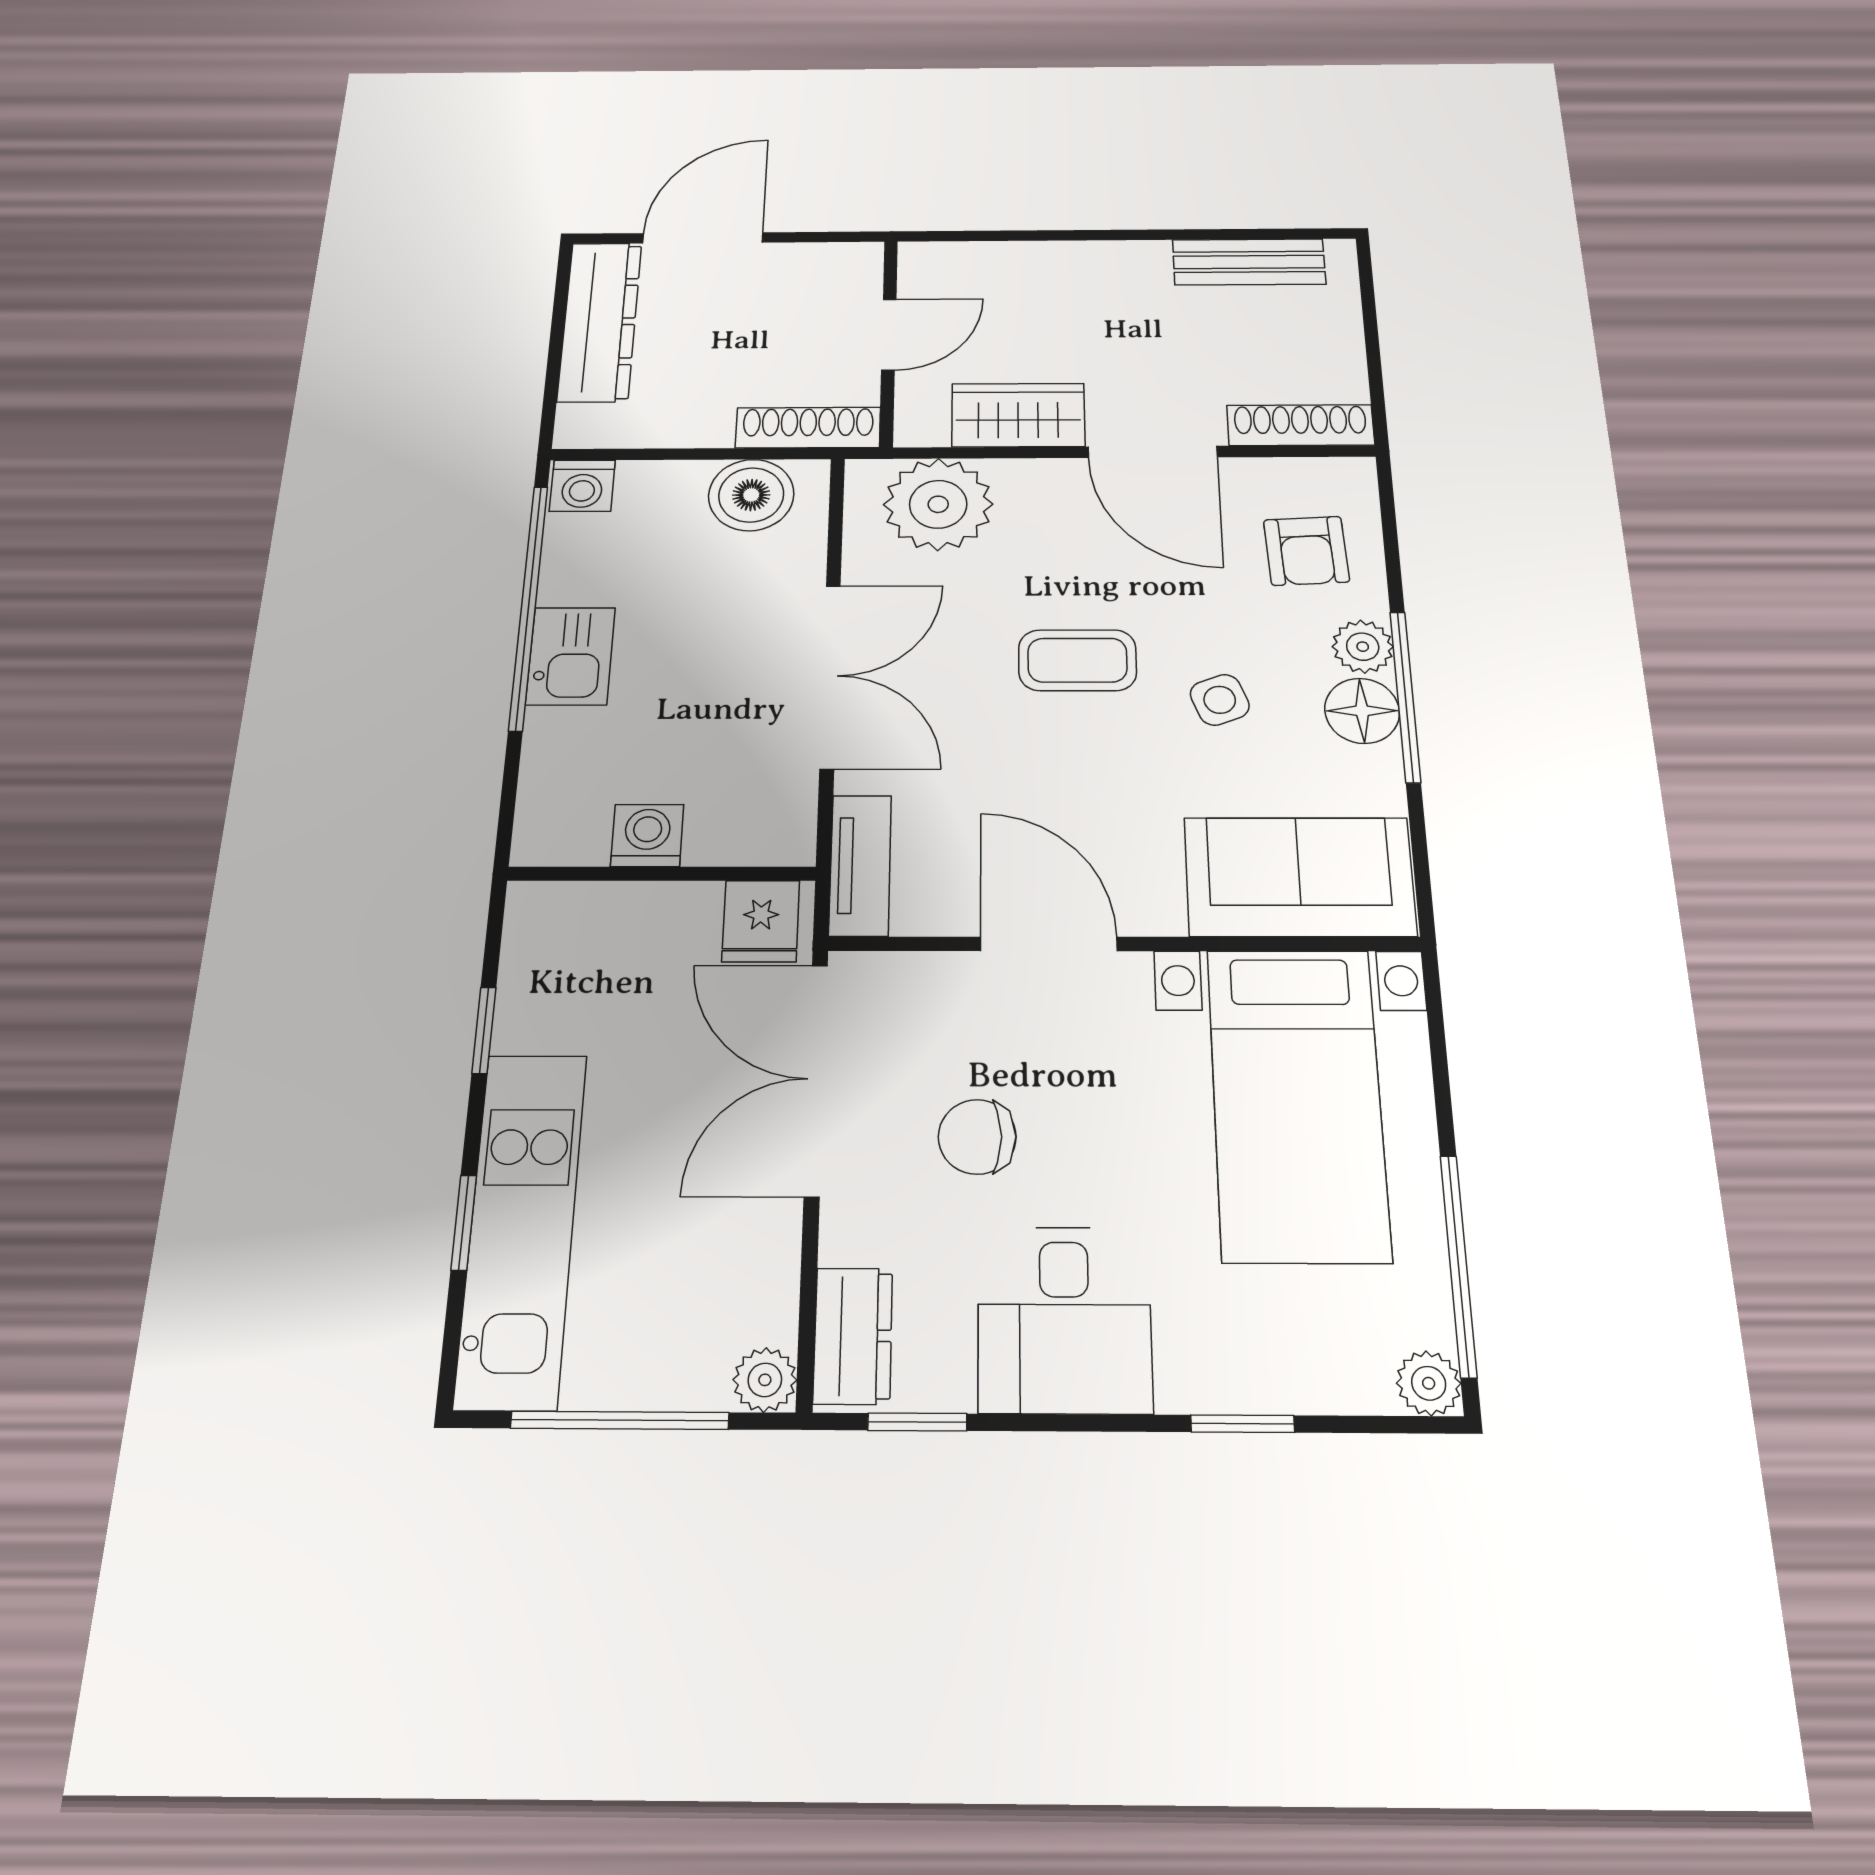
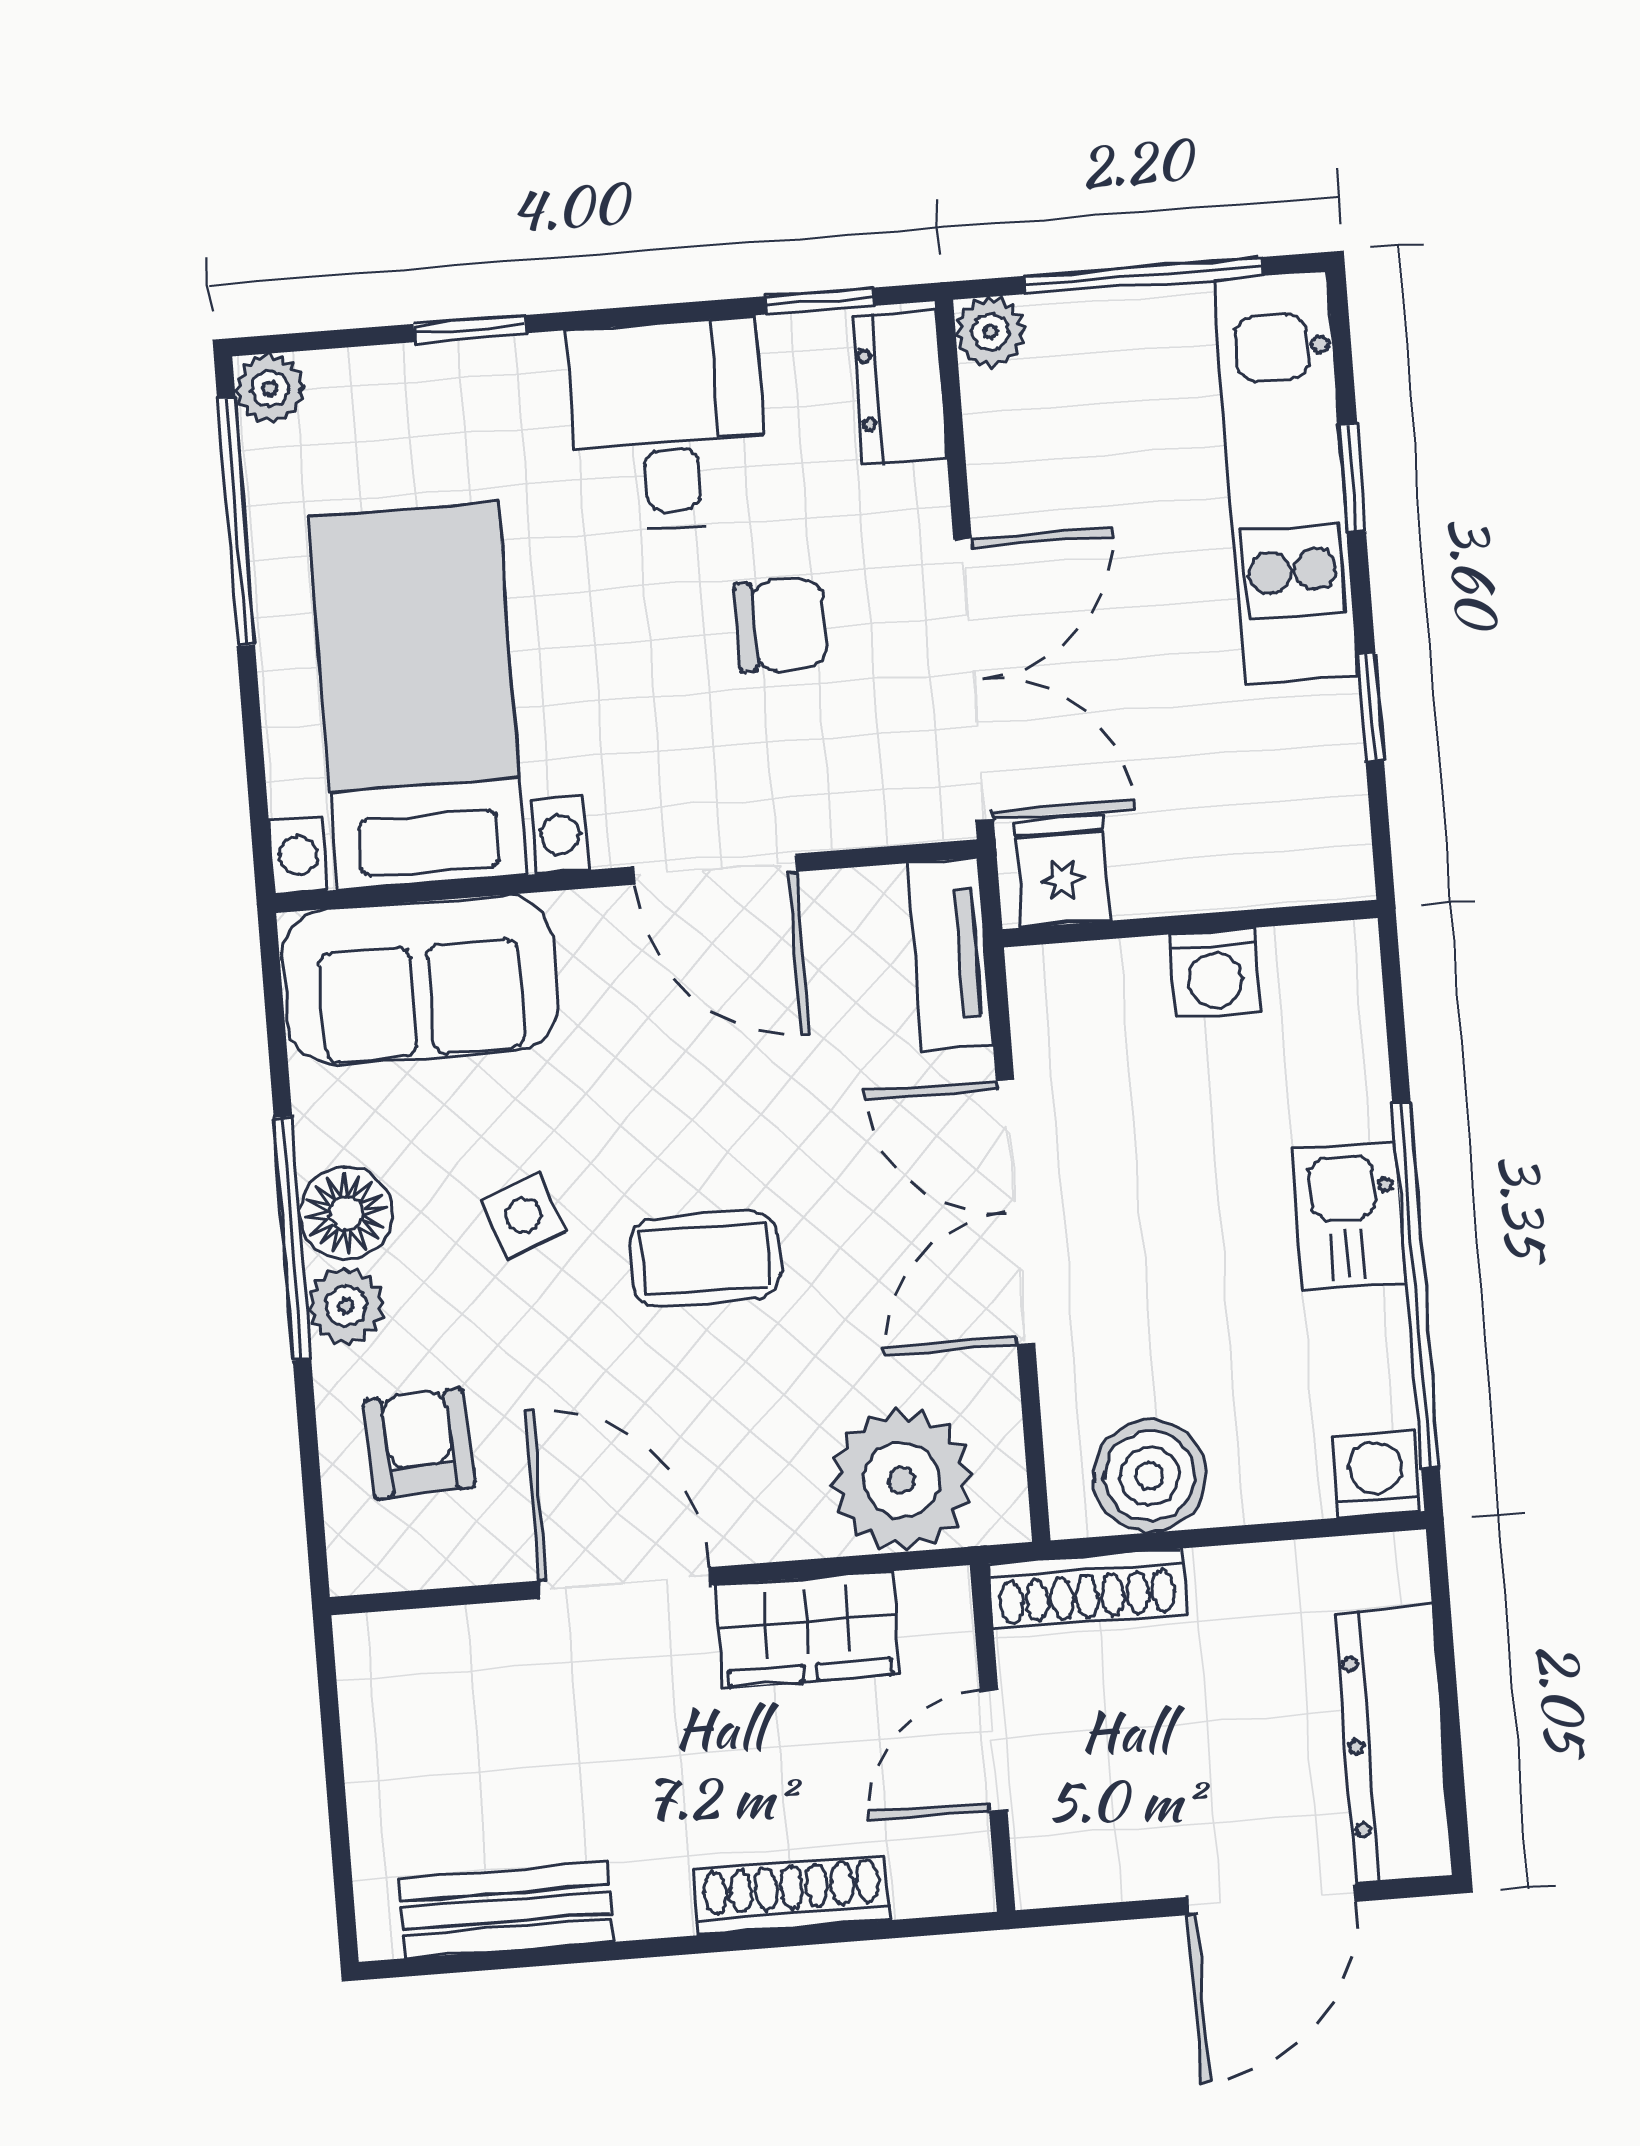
shoe rack: (1300, 425) -> (792, 1895), moved, turned 180

